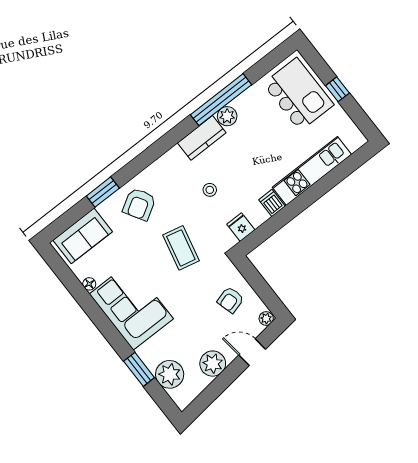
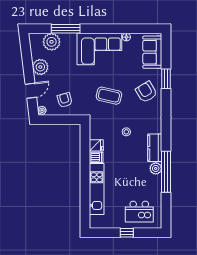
kitchen island: (298, 94) -> (139, 212), width x0.73, depth x0.78
fridge: (241, 227) -> (96, 145), moved
window: (139, 369) -> (66, 29), width x1.44

